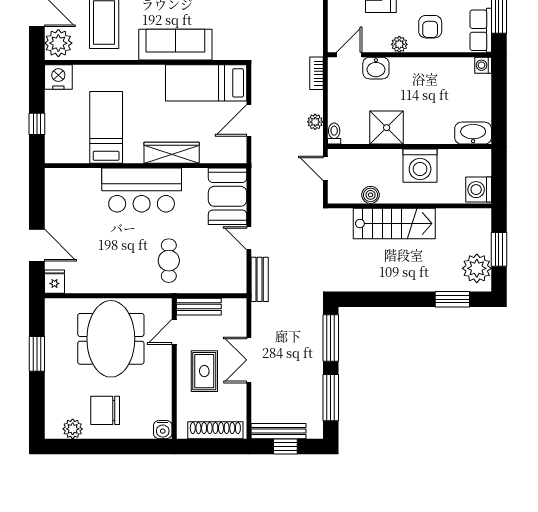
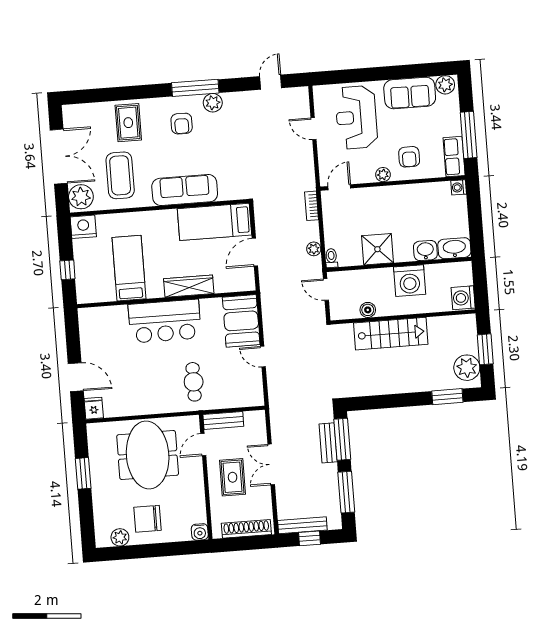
washbasin: (376, 68) -> (425, 251), moved, turned 180
bench: (260, 279) -> (328, 443), moved

